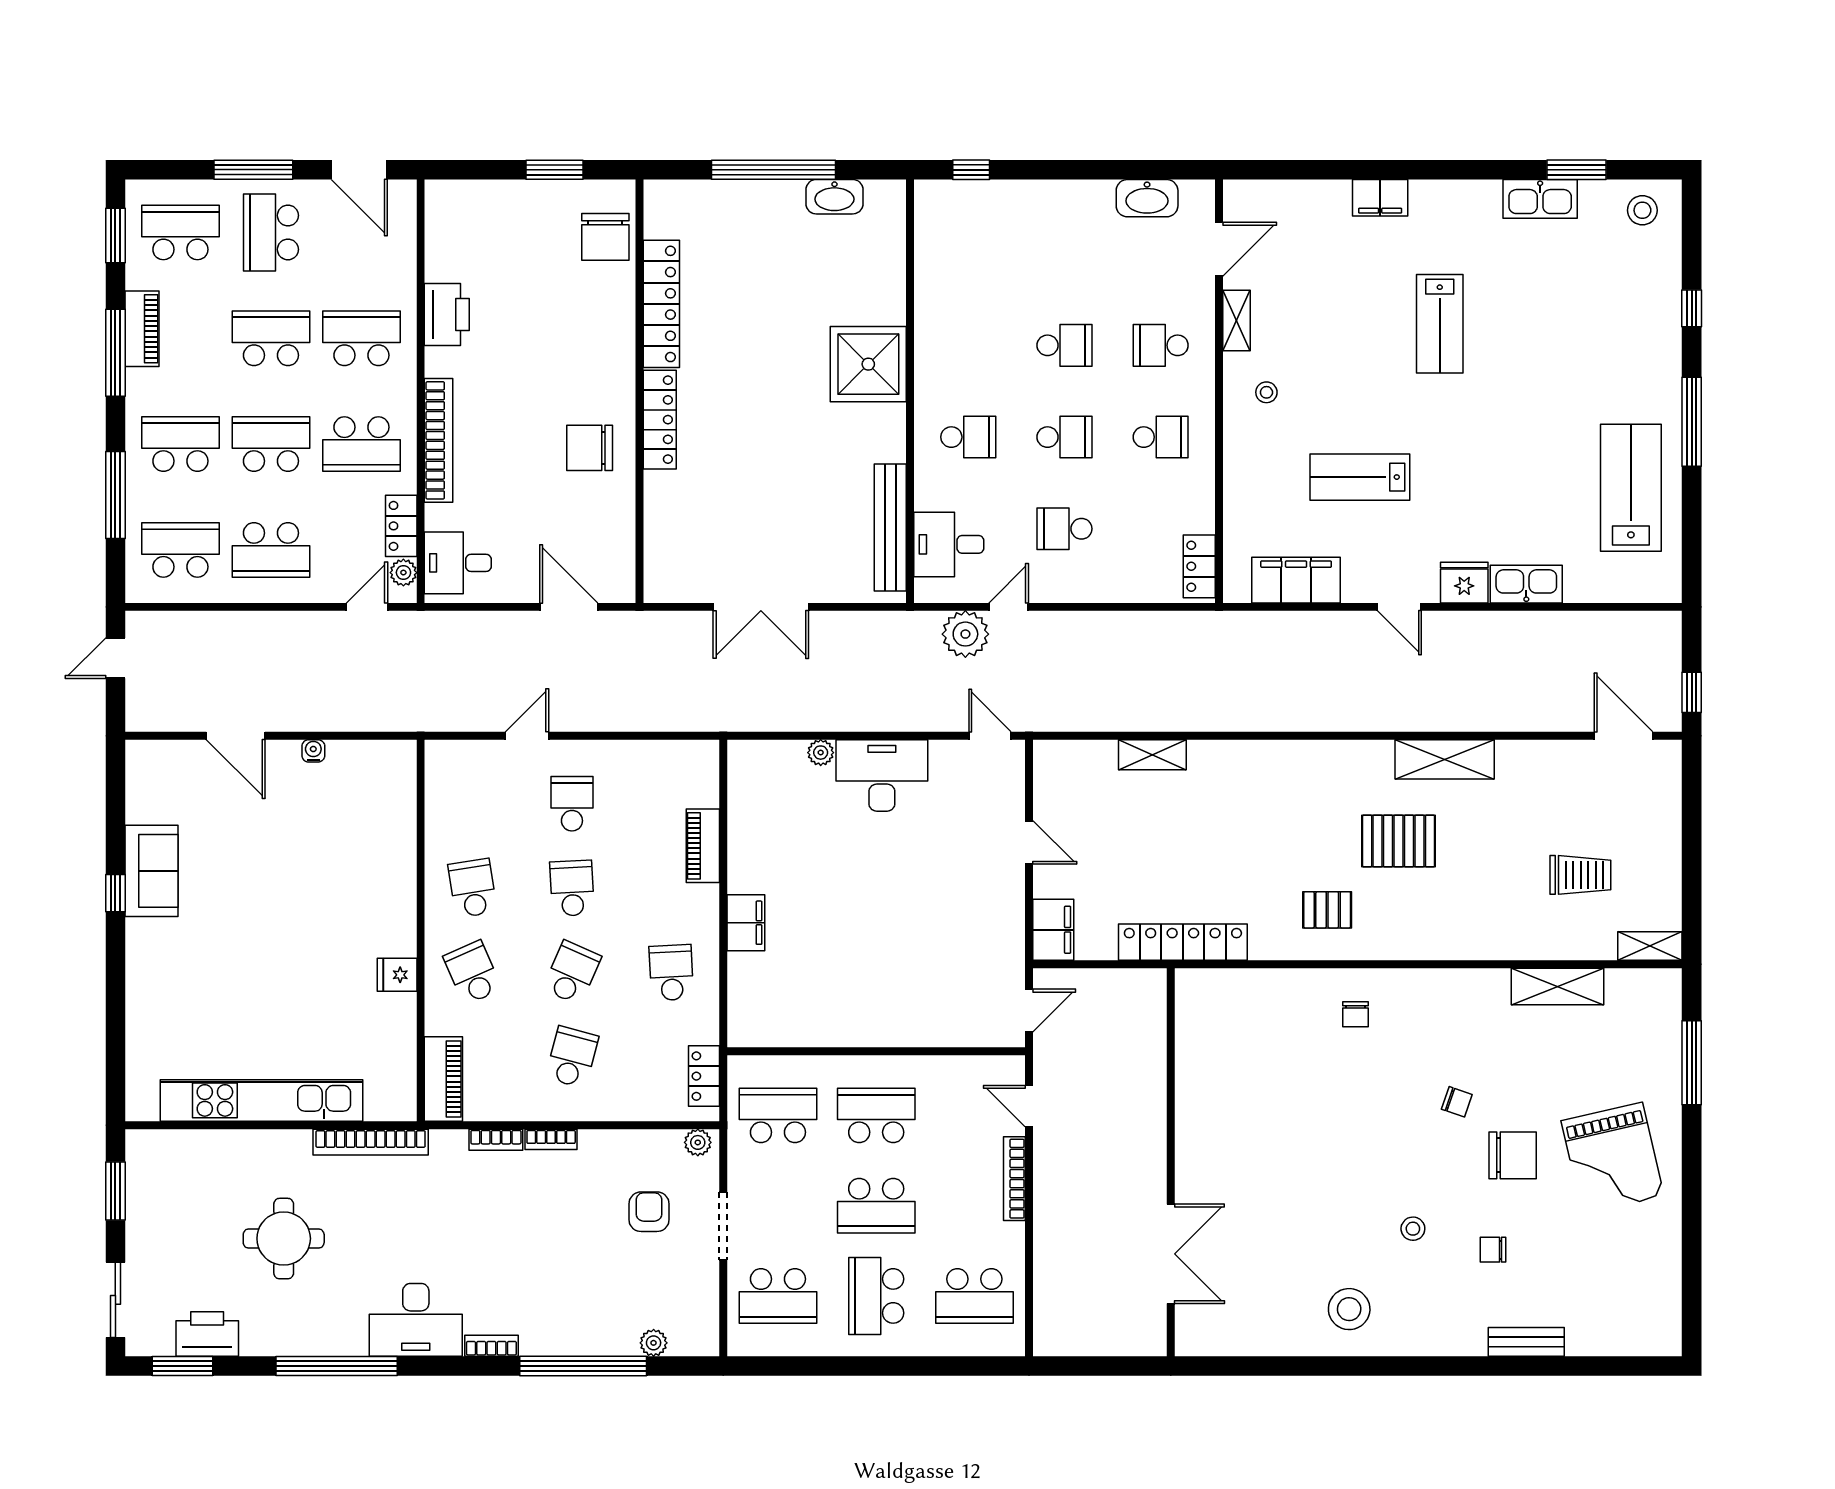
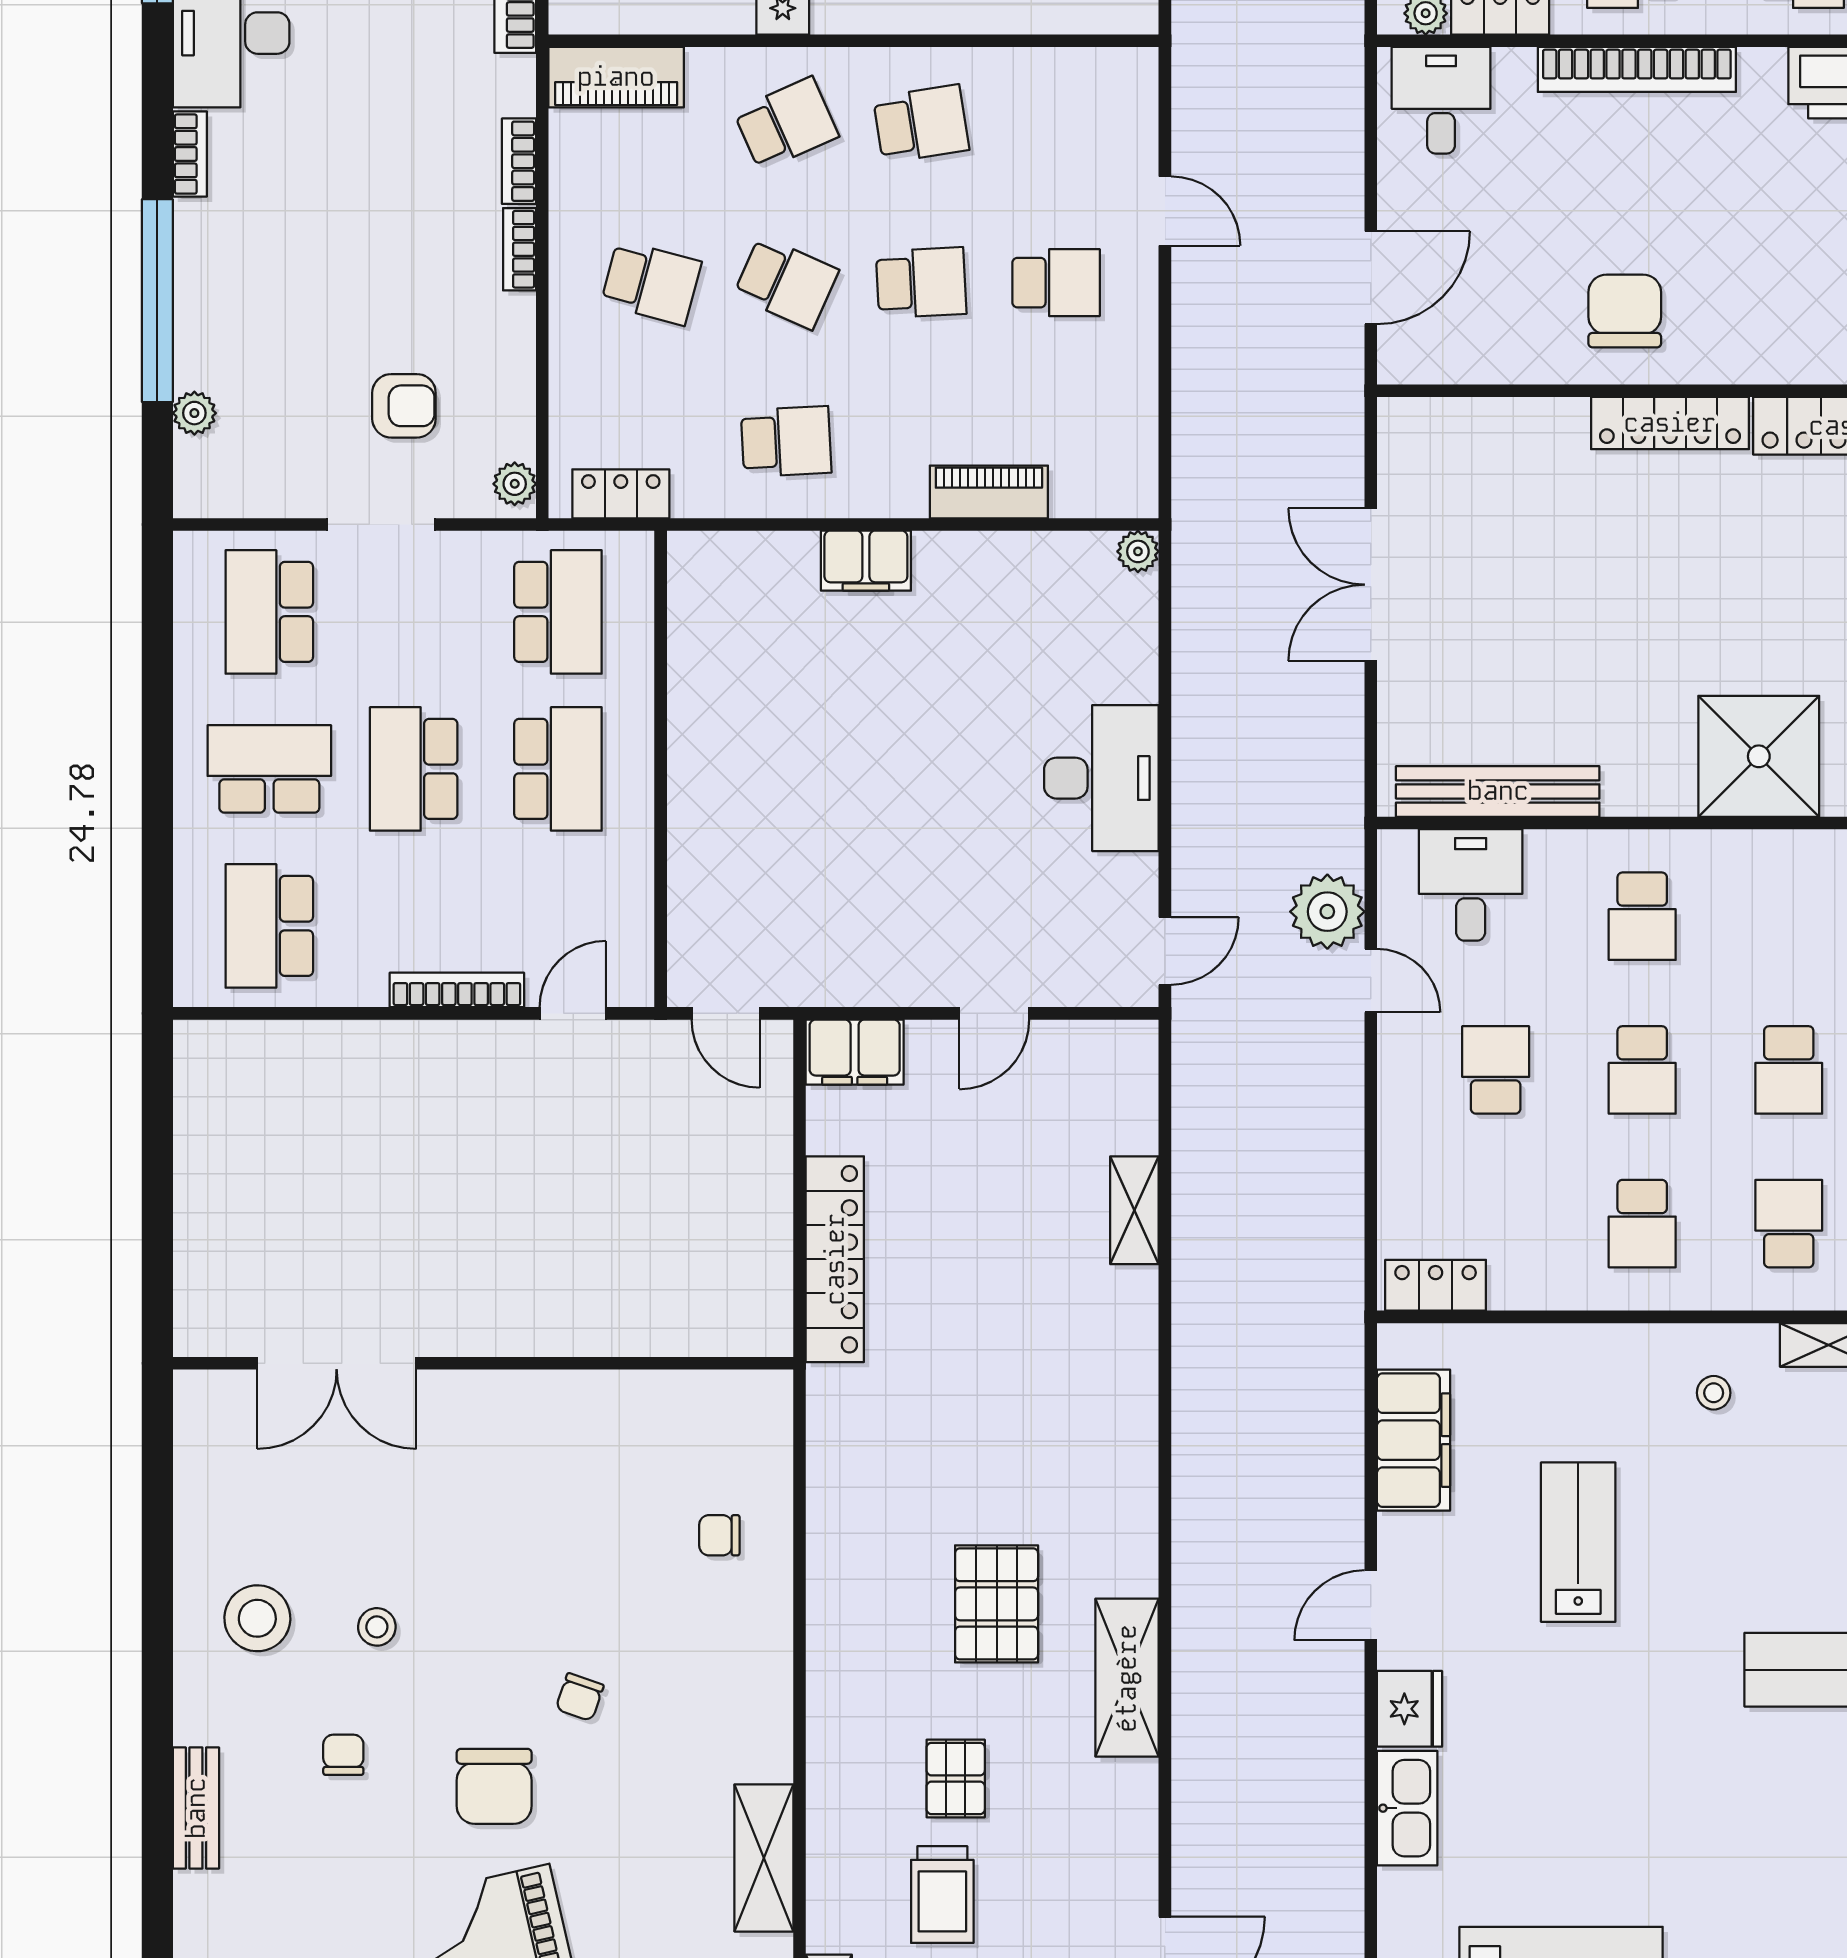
plant: (821, 753) -> (1138, 551), moved
pallet: (1327, 910) -> (956, 1778), moved
wall: (1171, 1162) -> (483, 1363), moved
double door: (1171, 1254) -> (337, 1363), moved
stool: (1349, 1309) -> (257, 1618), moved

